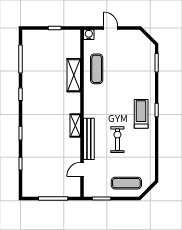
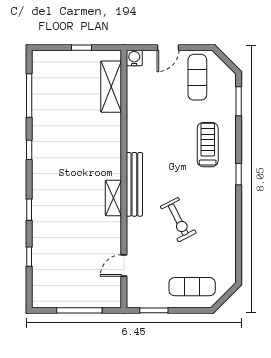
door: (111, 28) -> (168, 48), swing flipped
exercise mat: (97, 69) -> (197, 77), moved
shelving: (74, 75) -> (111, 87), moved
treadmill: (141, 114) -> (208, 145), moved
bench: (89, 139) -> (134, 184), moved
exercise bike: (117, 140) -> (178, 220), turned 153

